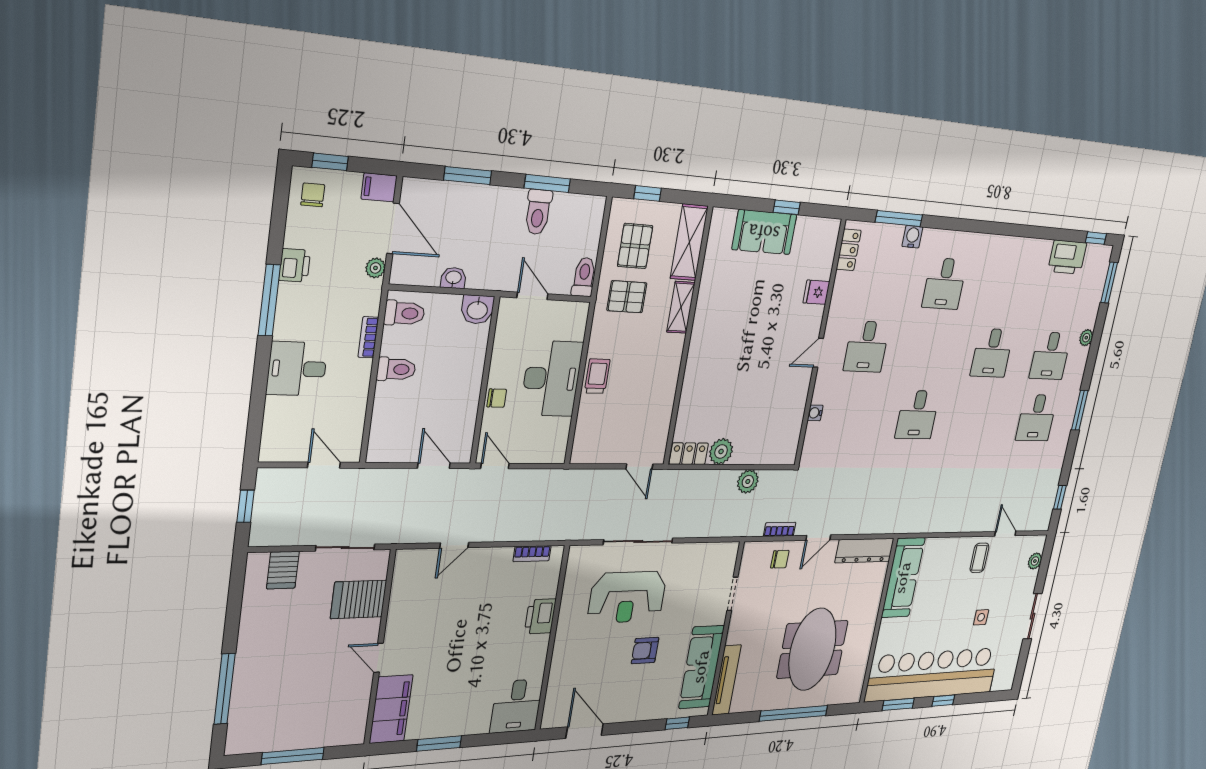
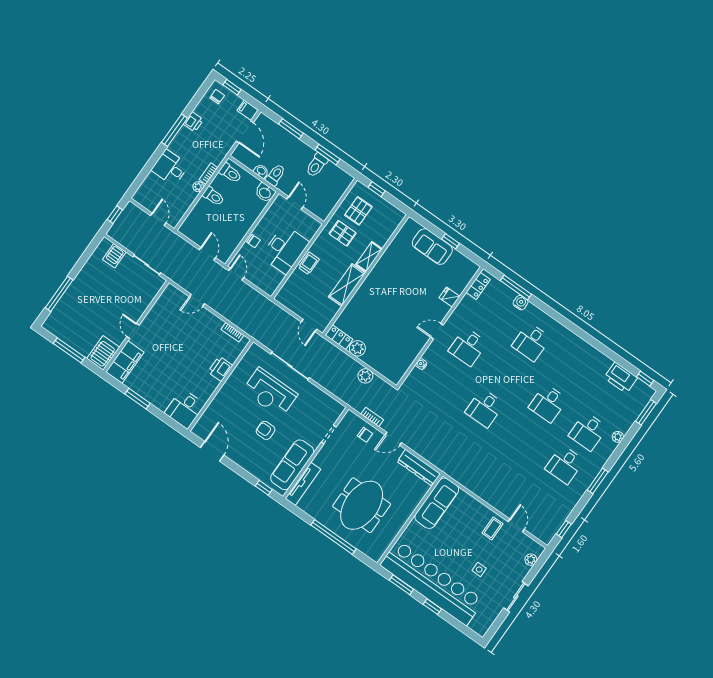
shelving: (689, 242) -> (347, 285), moved
plant: (375, 268) -> (198, 187), moved
toilet: (584, 277) -> (275, 175), moved
server rack: (359, 599) -> (103, 353), moved, turned 90

